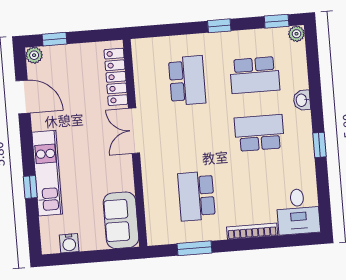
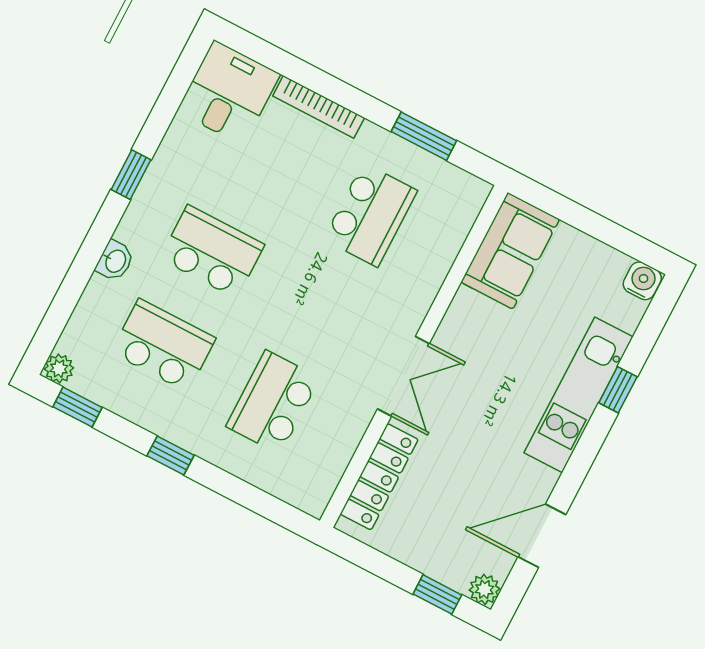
door: (23, 97) -> (542, 536), hinge flipped
school desk: (259, 133) -> (212, 252), turned 180
water cooler: (69, 243) -> (642, 281), moved

